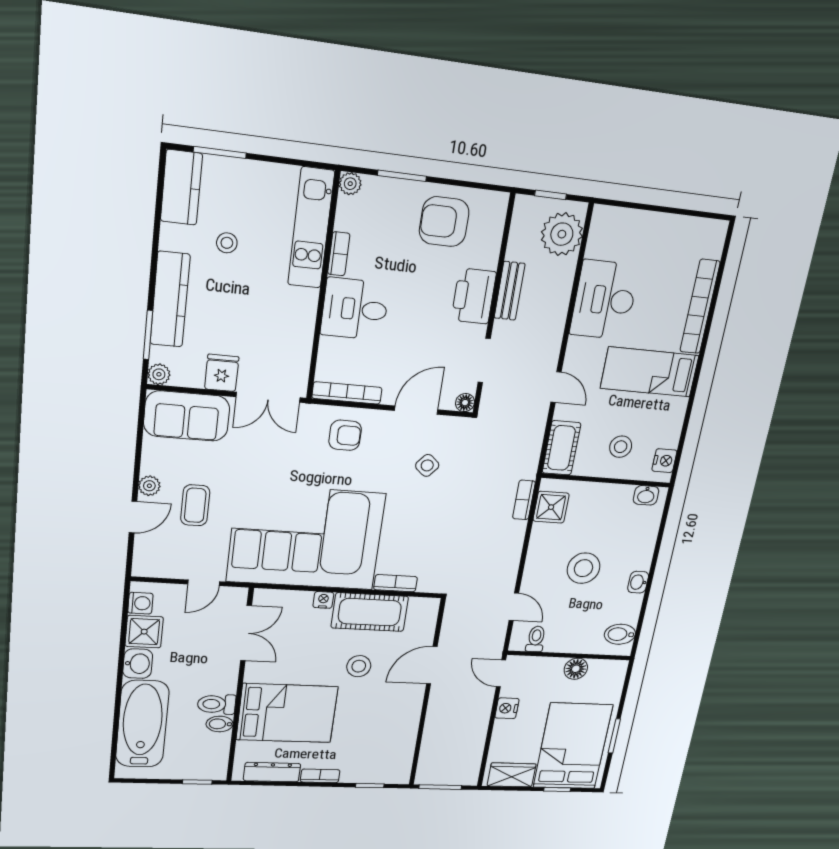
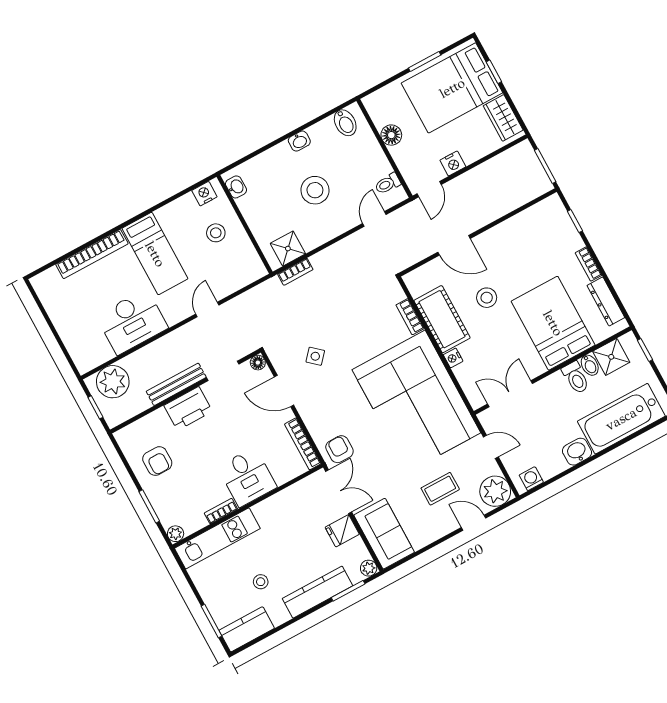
armchair: (444, 222) -> (157, 461), width x0.72, depth x0.72
bench: (510, 291) -> (176, 384), width x1.36
armchair: (345, 435) -> (339, 449), moved
cot: (561, 448) -> (244, 274), removed
plant: (149, 486) -> (495, 491), moved, width x1.87, depth x1.87
shower: (144, 632) -> (611, 357), moved

